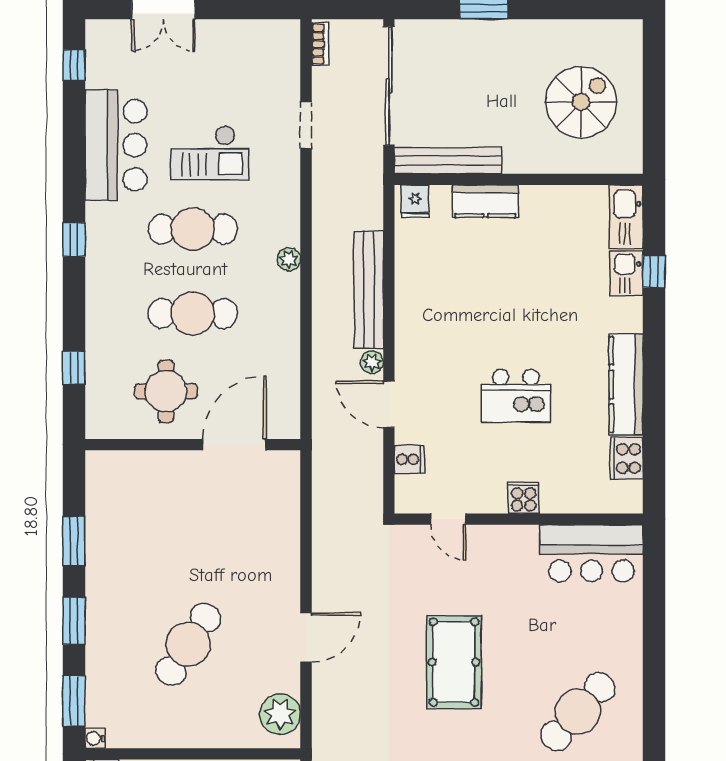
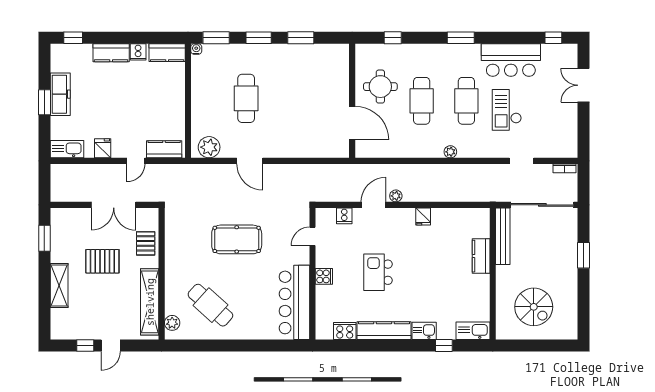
fridge: (415, 201) -> (423, 216), moved, turned -90
window: (74, 240) -> (461, 38), width x1.50
kitchen sink: (626, 273) -> (424, 331), moved
bench: (369, 290) -> (434, 194), removed
bar counter: (592, 553) -> (294, 302), width x1.36
cafe table: (188, 644) -> (246, 98), turned 57

